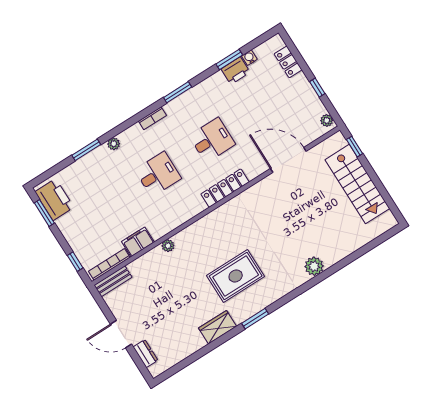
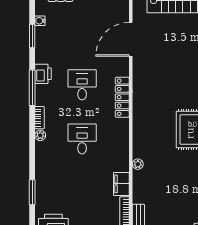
printer: (236, 71) -> (43, 74), moved
window: (178, 92) -> (32, 88), width x1.44
plant: (114, 144) -> (40, 135), moved
window: (86, 150) -> (32, 192), moved

